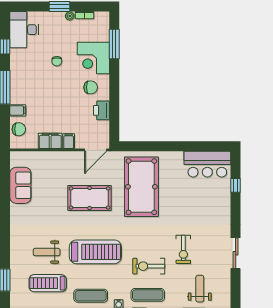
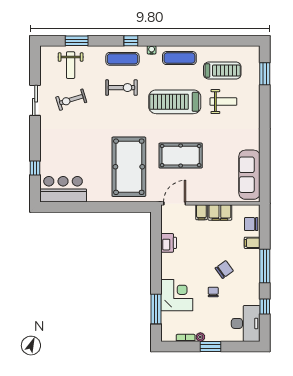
chair: (91, 87) -> (224, 270), moved, turned 144
sofa: (20, 185) -> (249, 175), width x1.36
exercise bike: (183, 249) -> (71, 100), moved, turned -107

